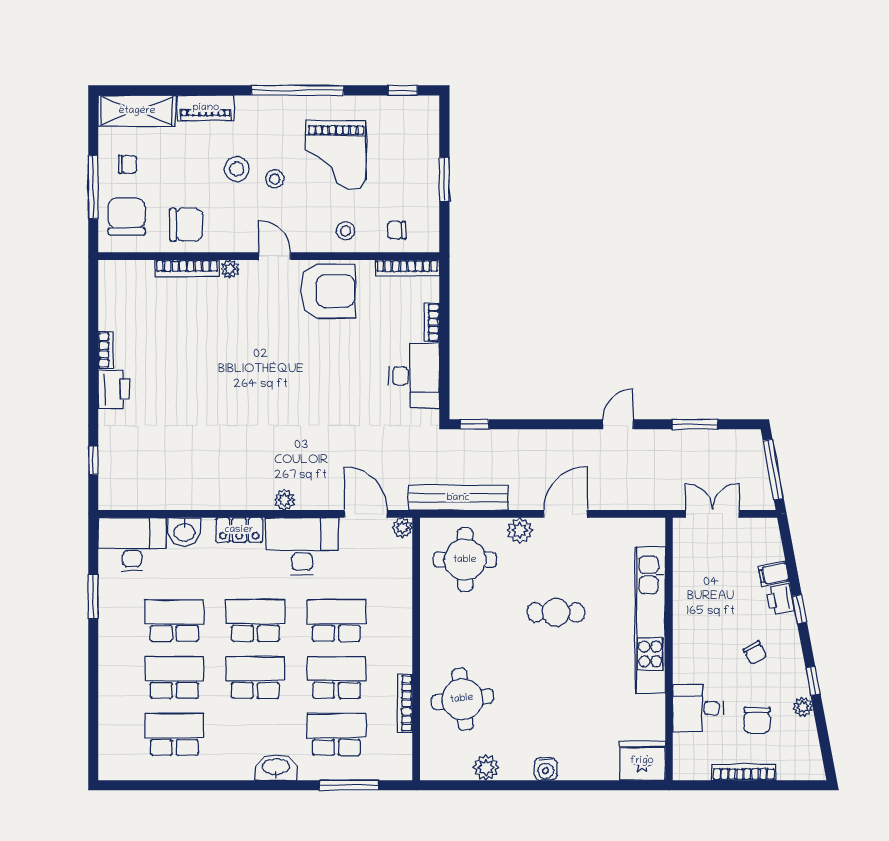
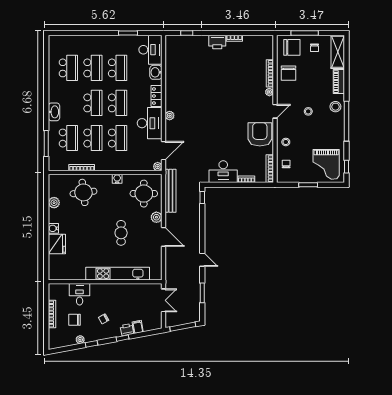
grand piano: (336, 155) -> (326, 164), moved, turned -90
stool: (237, 169) -> (335, 107), moved
armchair: (328, 291) -> (260, 134), turned 180
water cooler: (431, 621) -> (117, 179), added
fridge: (642, 761) -> (57, 244), moved

